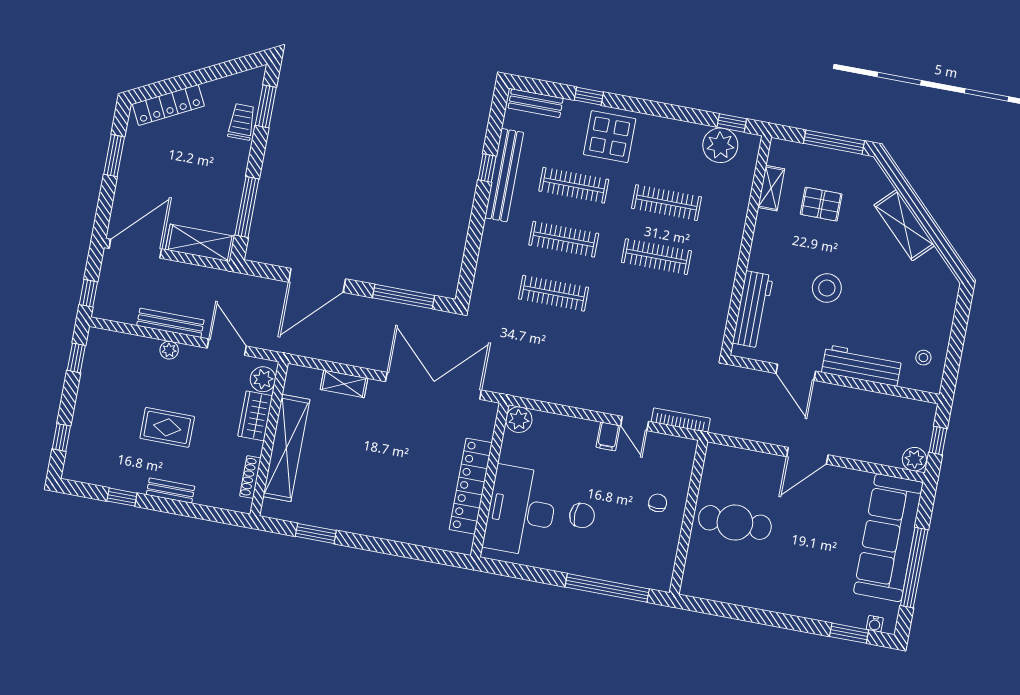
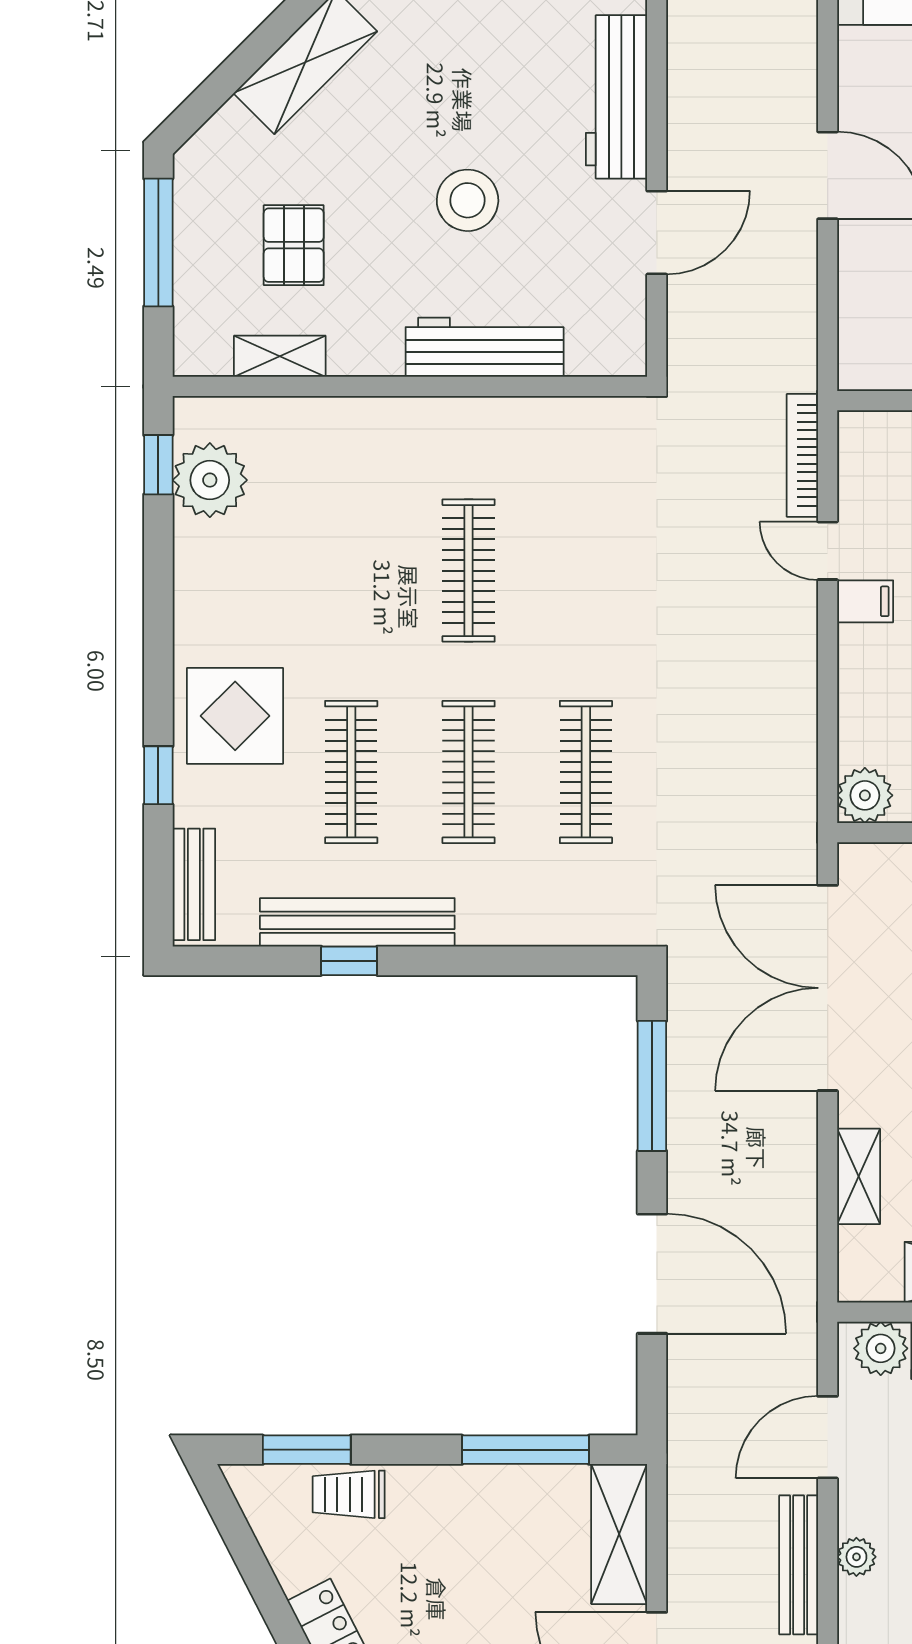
clothes rail: (667, 203) -> (351, 571), removed
workbench: (753, 309) -> (485, 347), moved
door: (635, 423) -> (828, 551), swing flipped

